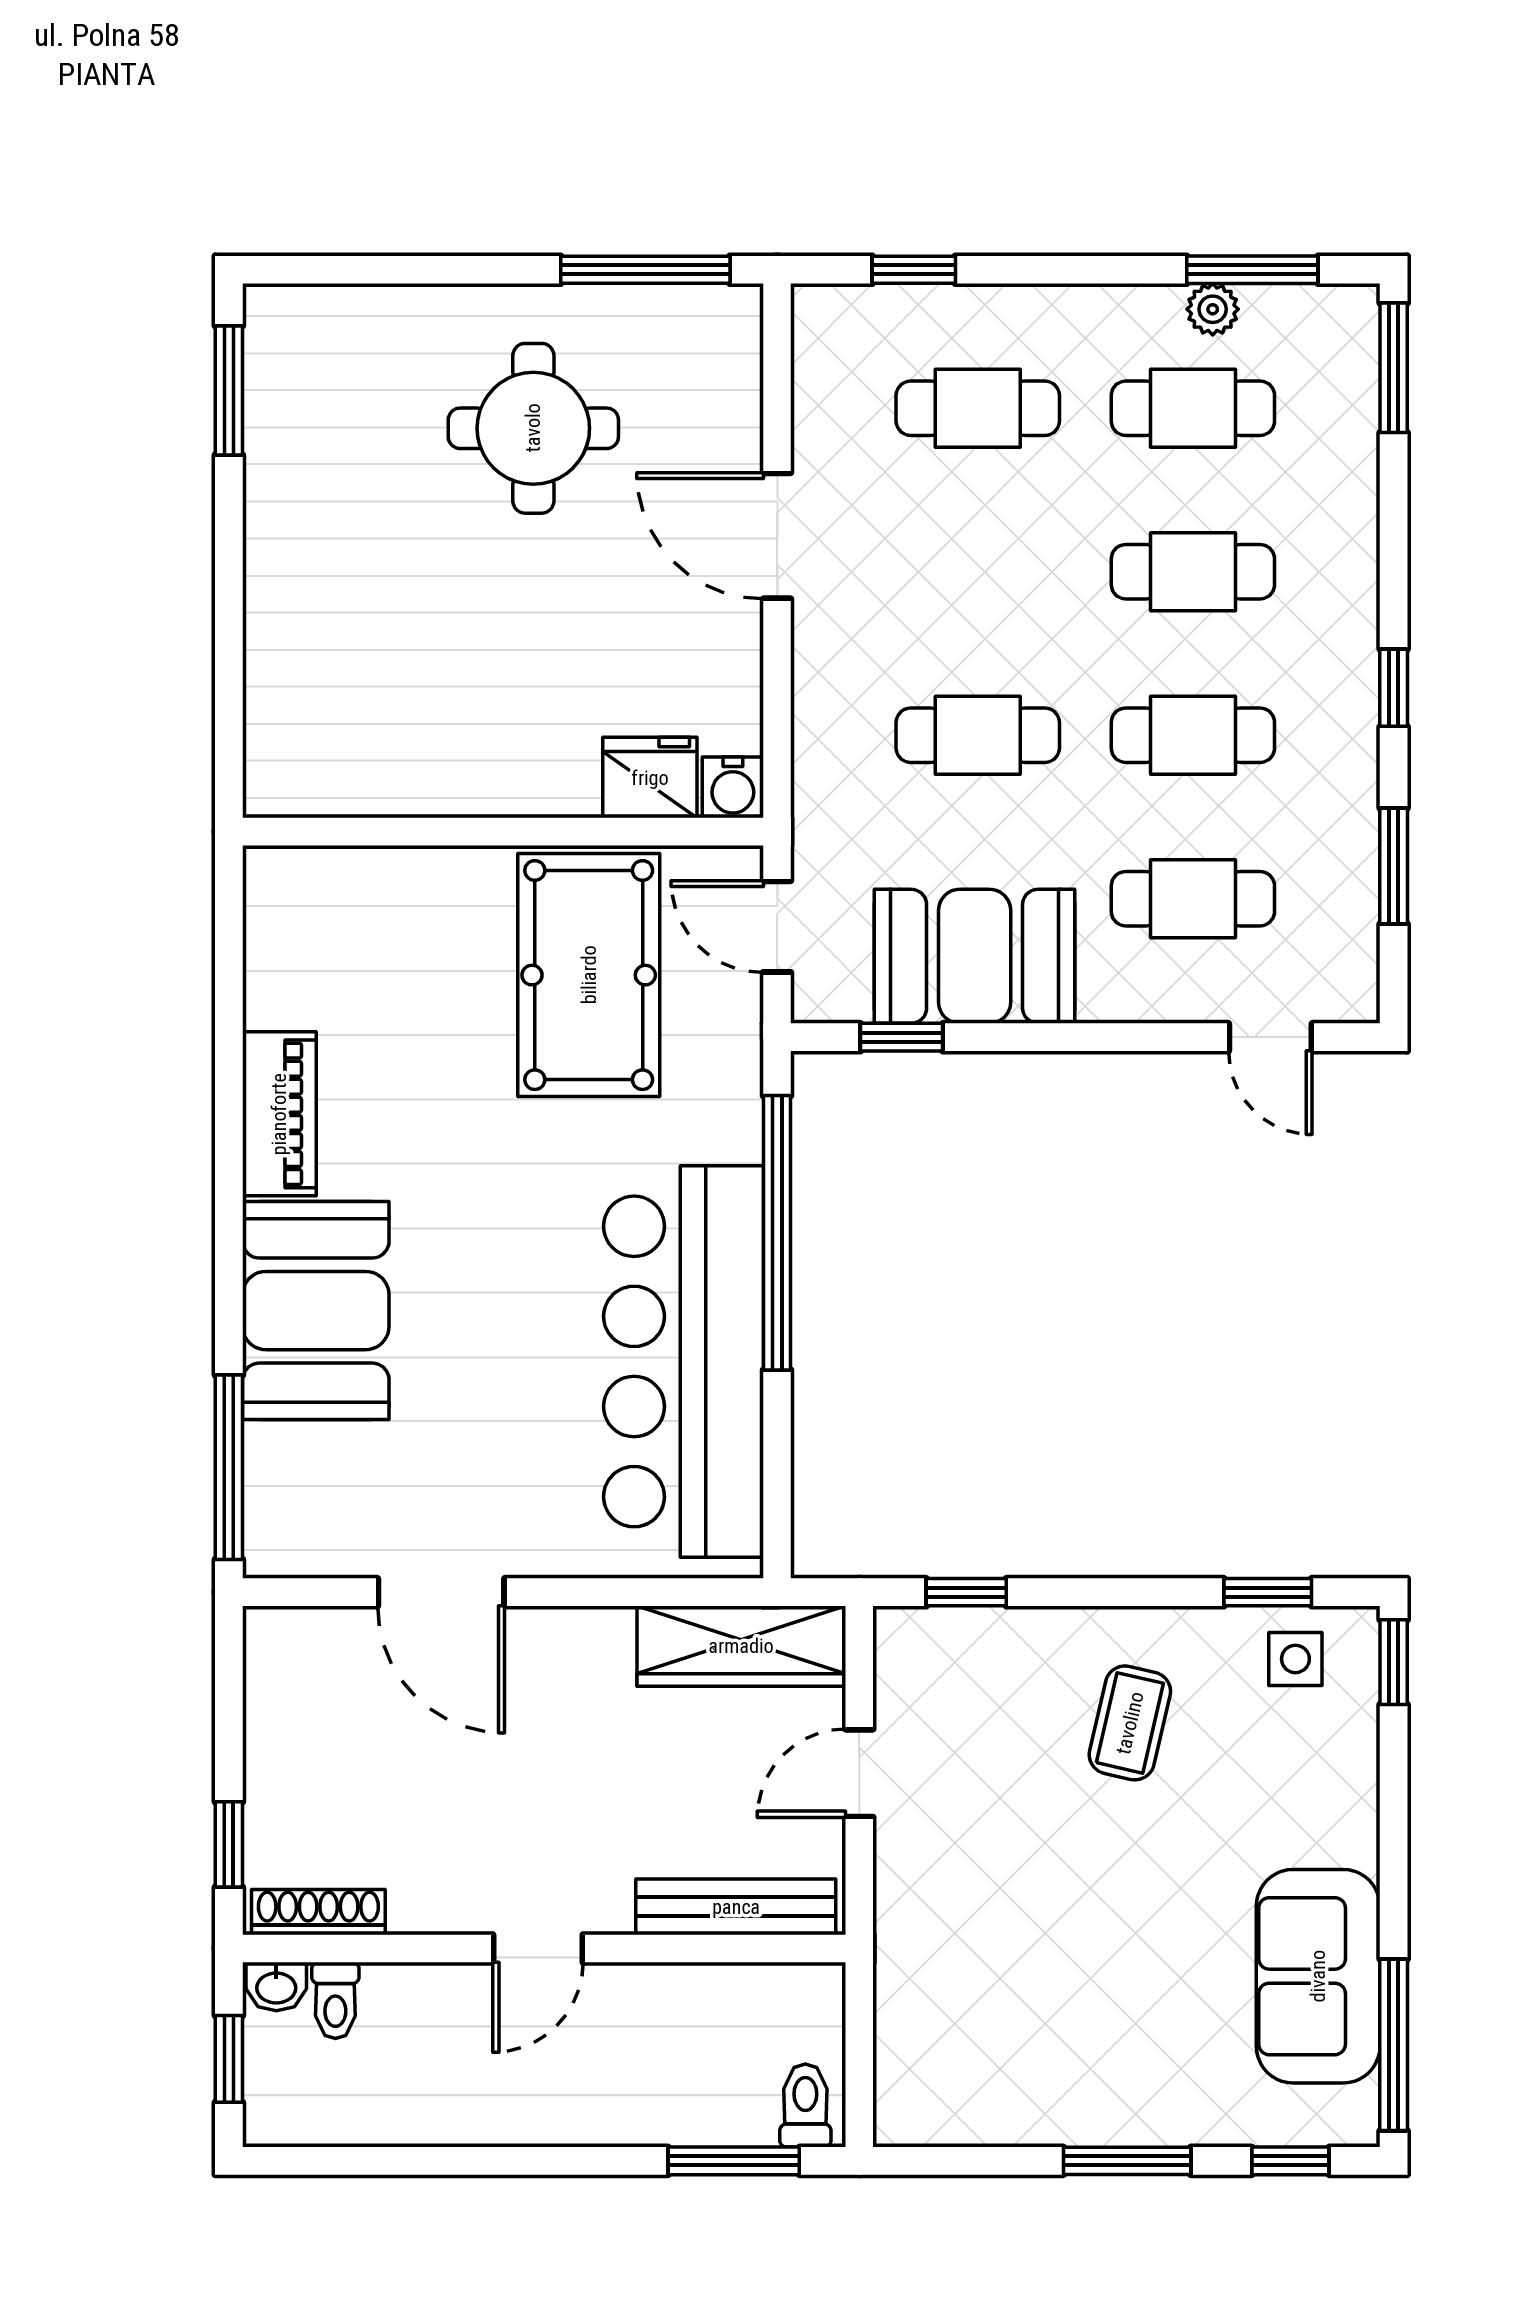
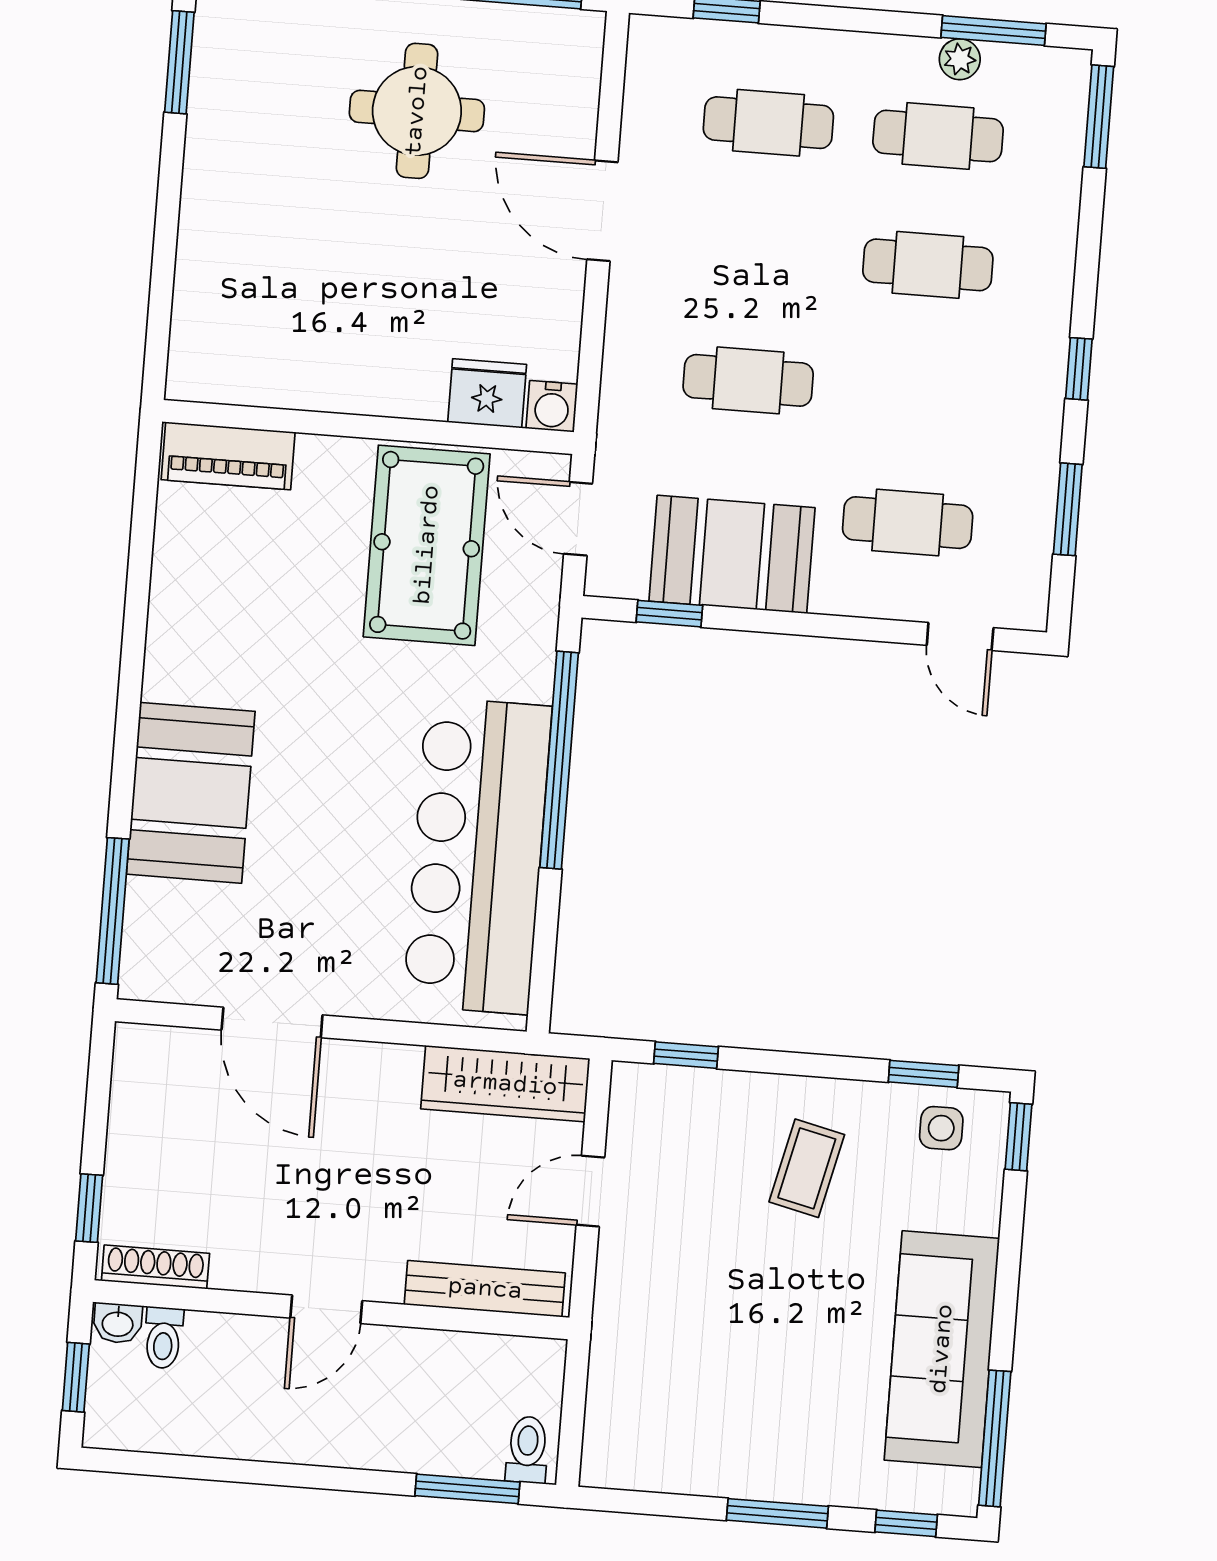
cafe table: (1193, 735) -> (918, 394), removed
piano: (279, 1114) -> (228, 456), moved, turned 90
sofa: (1318, 1976) -> (942, 1349), width x1.36

